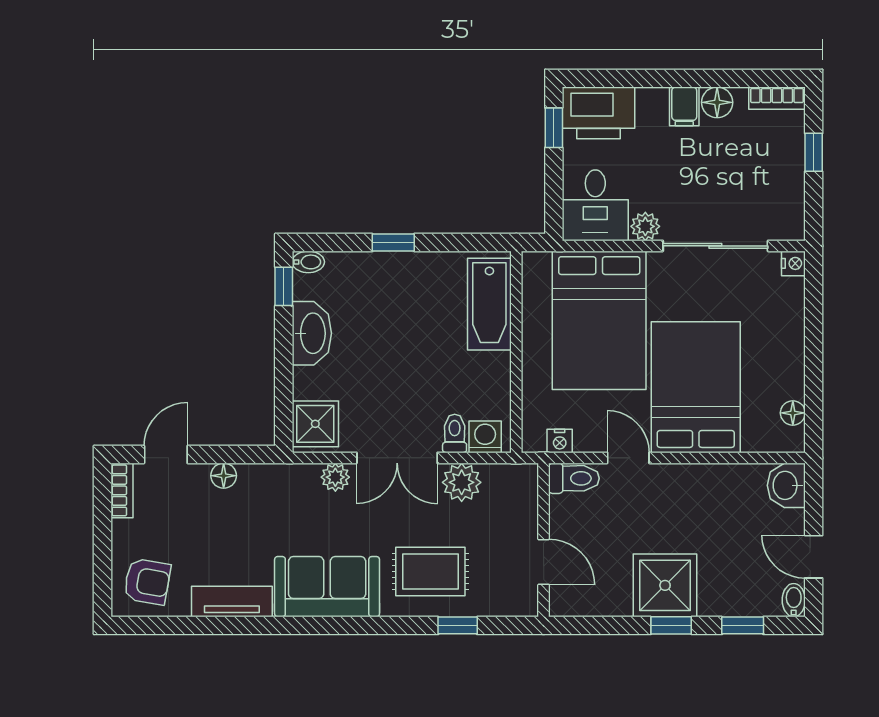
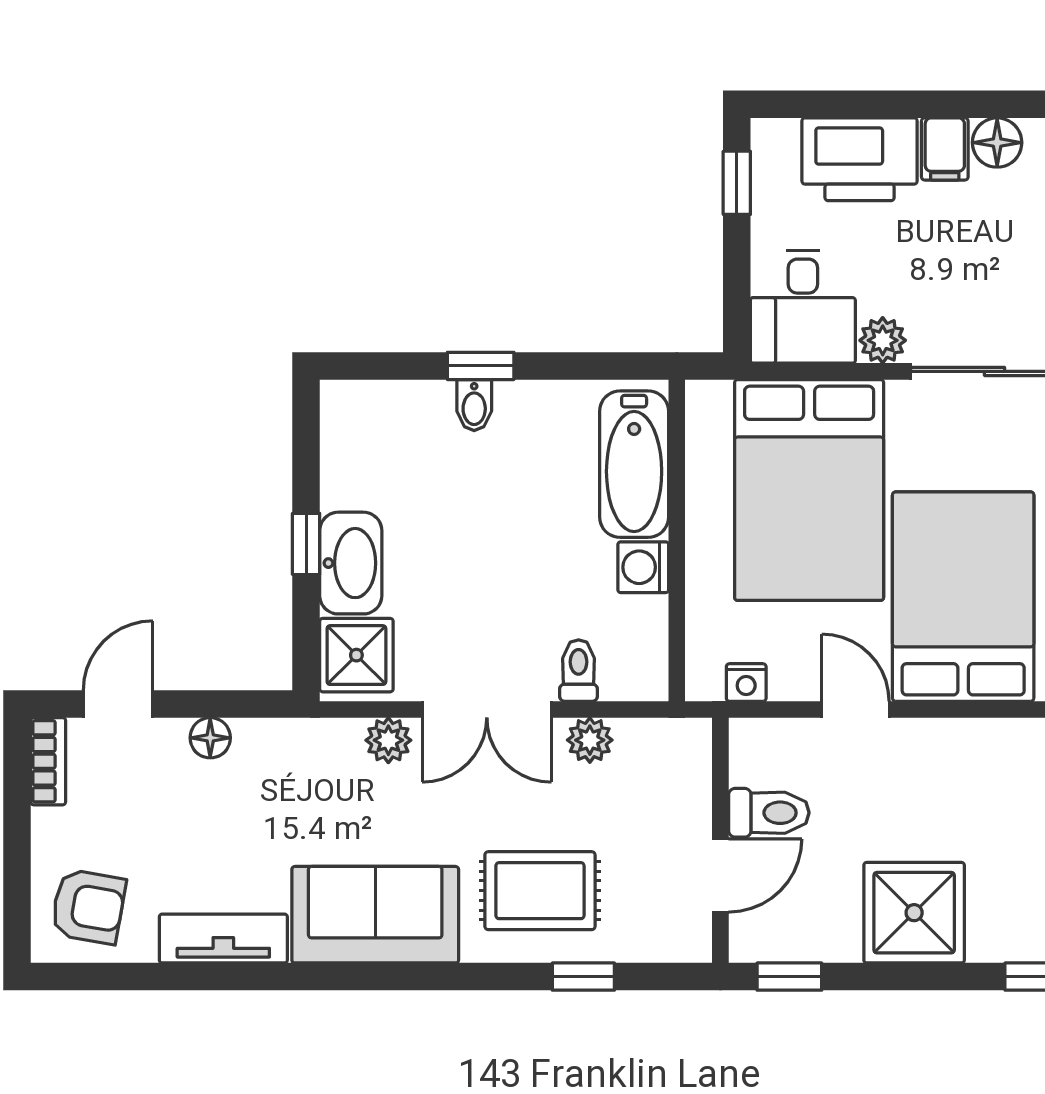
printer: (598, 113) -> (860, 159), moved
bidet: (308, 262) -> (474, 405), moved, turned 90
window: (284, 286) -> (306, 544), moved
washbasin: (312, 333) -> (351, 563), moved
washing machine: (485, 437) -> (643, 567), moved, turned -90
toilet: (574, 478) -> (769, 813), moved
plant: (462, 482) -> (590, 740), width x0.73, depth x0.73
door: (544, 562) -> (720, 875), hinge flipped
window: (671, 625) -> (789, 977), moved

